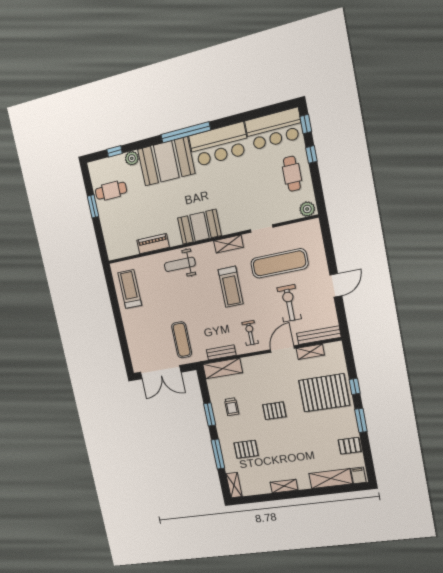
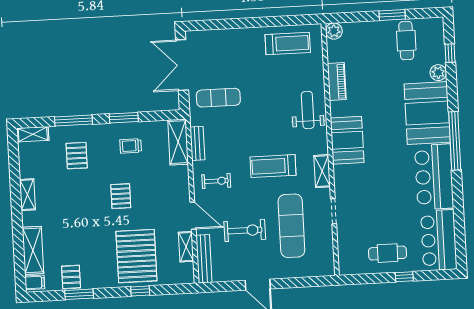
window: (306, 124) -> (437, 275), removed
plant: (307, 209) -> (334, 31), moved
window: (361, 420) -> (79, 294), moved

